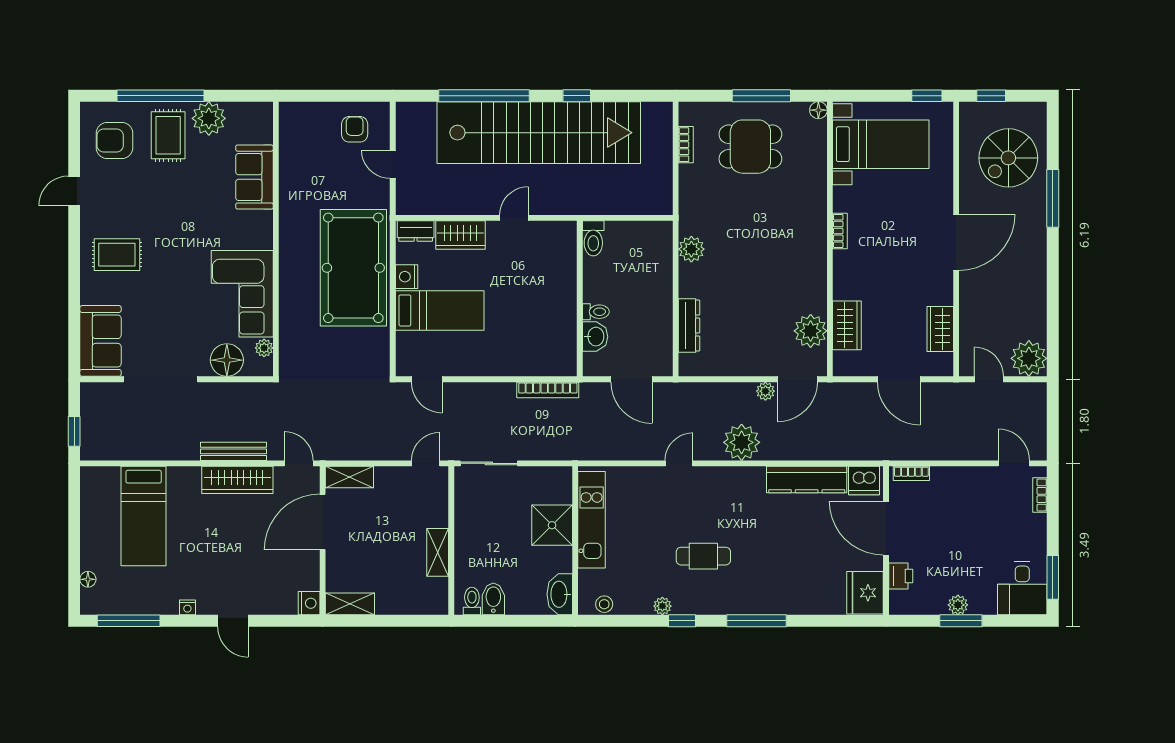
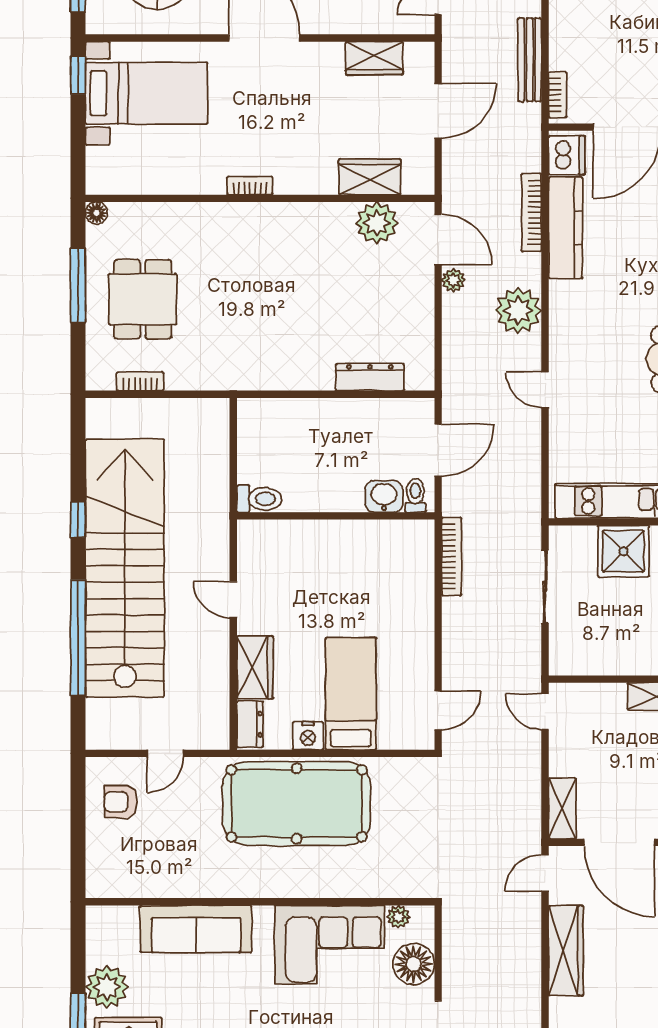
bed with nightstands: (881, 144) -> (147, 93), moved, turned 90
sofa: (254, 177) -> (196, 929), width x1.36
plant: (691, 249) -> (273, 374), removed
toilet: (596, 312) -> (415, 496), moved
bench: (233, 451) -> (530, 60), moved
bookcase: (819, 453) -> (531, 212), added
sliding door: (489, 463) -> (545, 587), moved

